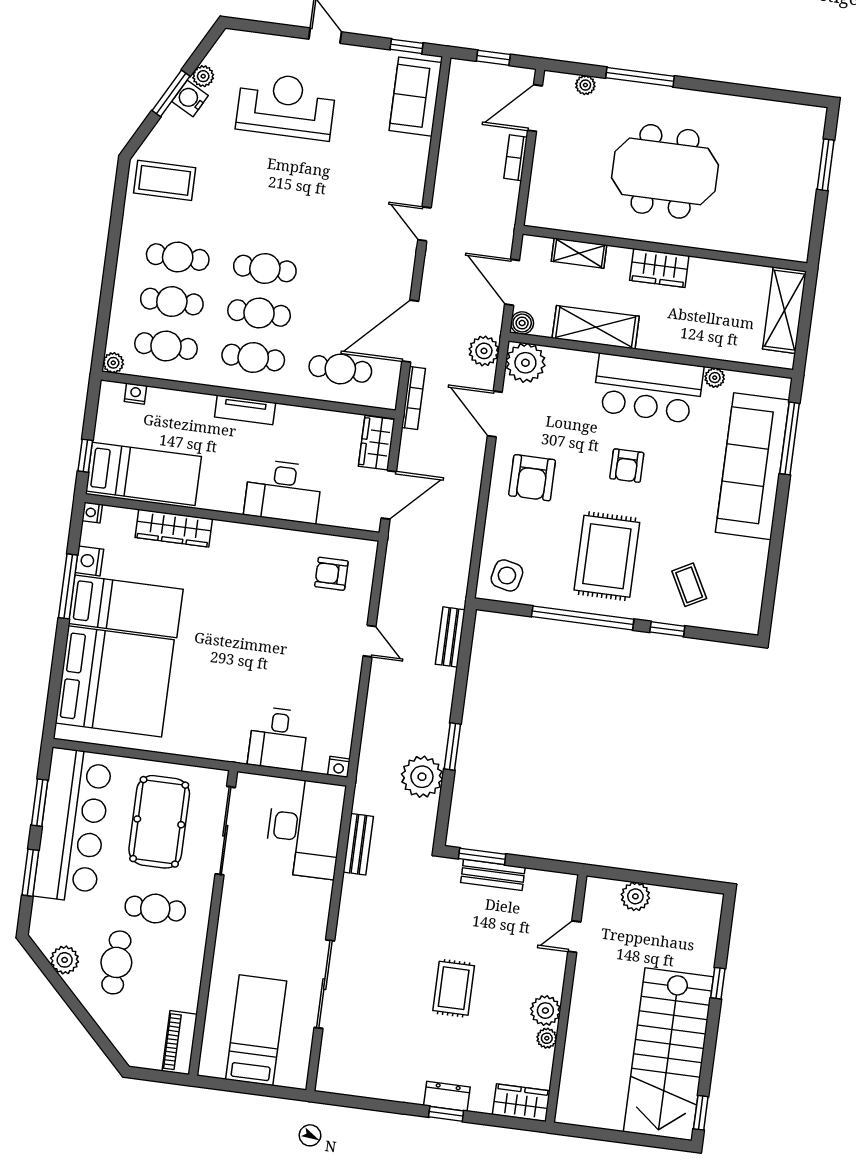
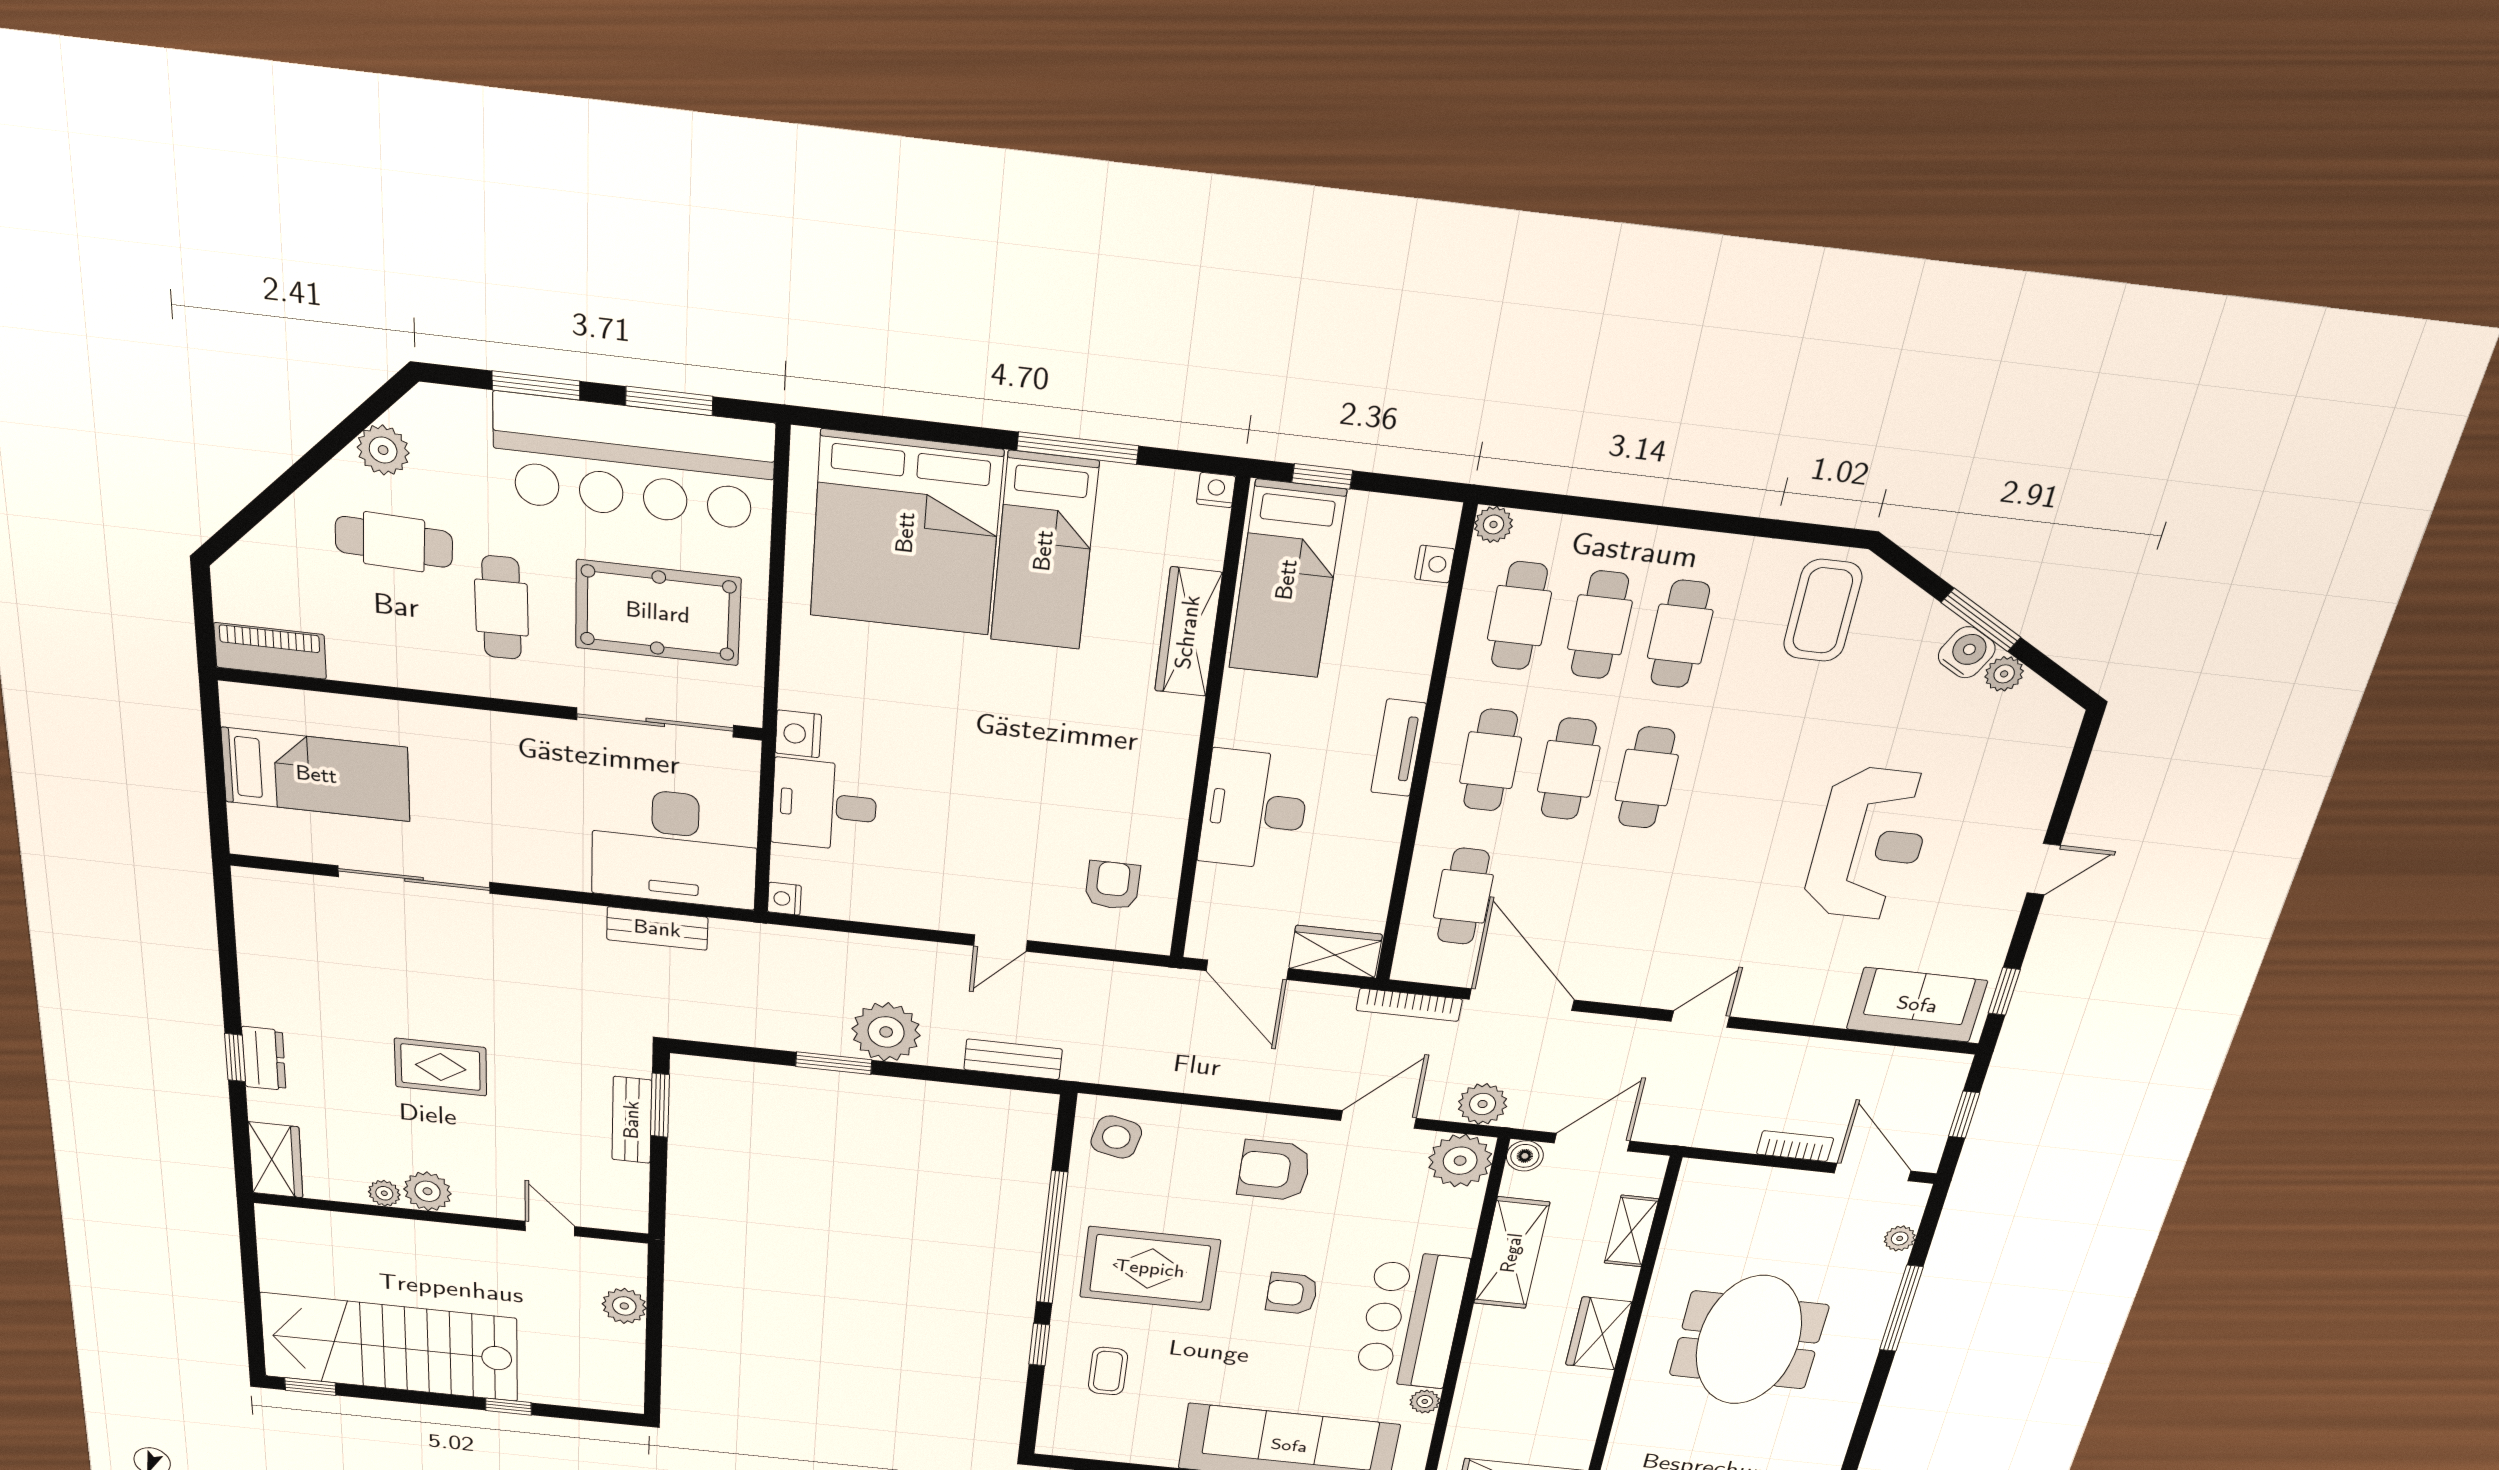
reception desk: (286, 106) -> (1869, 844), moved
nightstand: (89, 561) -> (798, 734), moved, turned -90
coffee table: (689, 585) -> (1108, 1371), turned -62
plant: (422, 777) -> (886, 1032), moved

